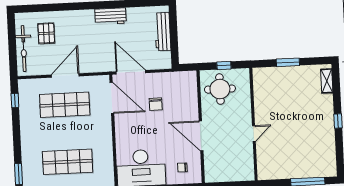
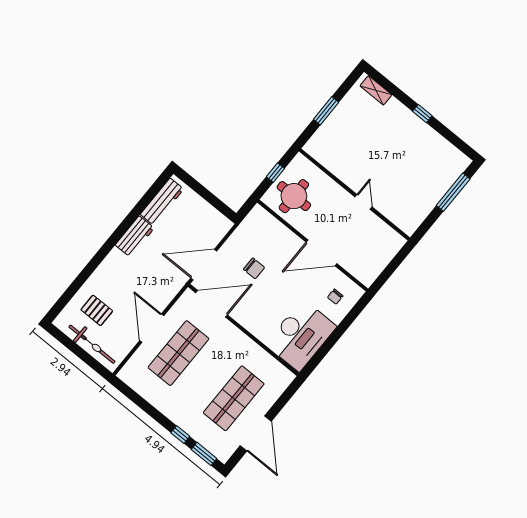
workbench: (163, 32) -> (162, 202), moved, turned -90
window: (15, 100) -> (180, 435), moved

